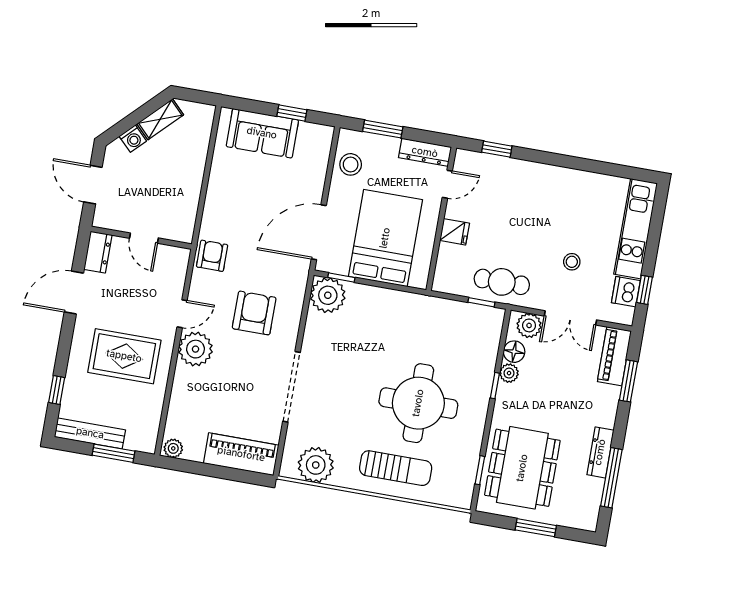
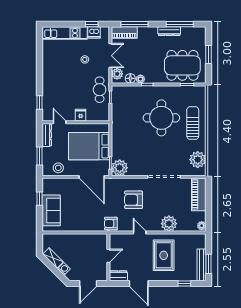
plant: (195, 349) -> (169, 224), moved
window: (628, 381) -> (134, 24), width x1.44
window: (114, 453) -> (209, 264), moved

